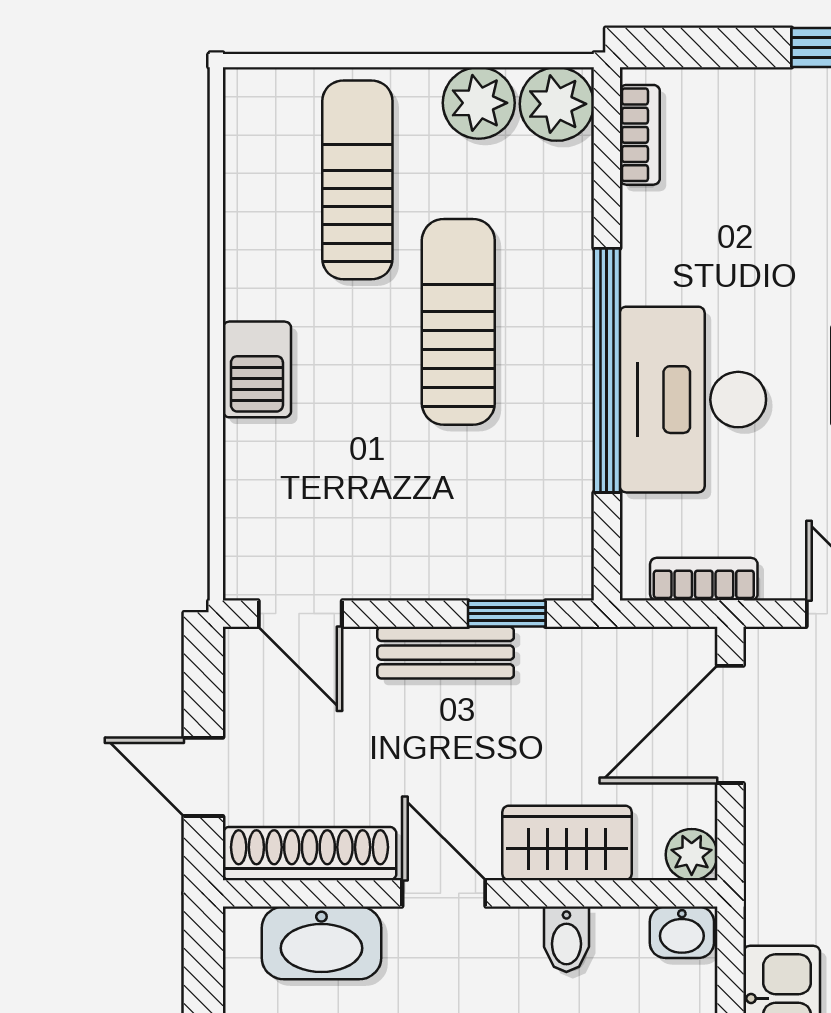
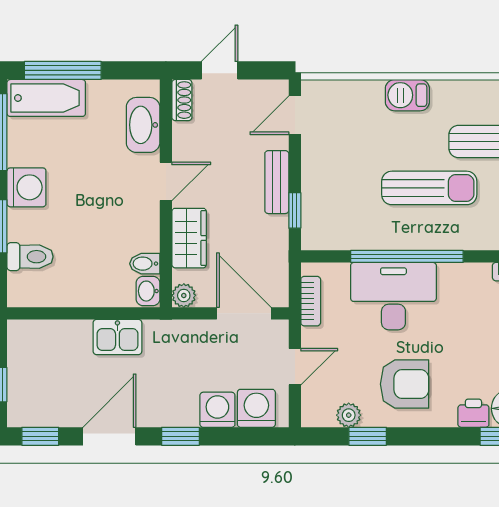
shoe rack: (310, 854) -> (182, 100), width x0.51, depth x0.81
bidet: (566, 939) -> (145, 264), moved

